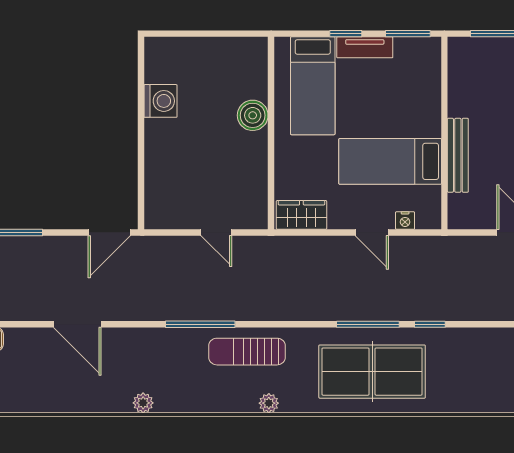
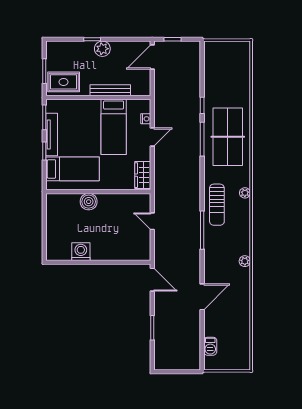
tv unit: (365, 47) -> (52, 135), width x1.41
rug: (473, 69) -> (64, 82), added
door: (216, 232) -> (152, 221), swing flipped

